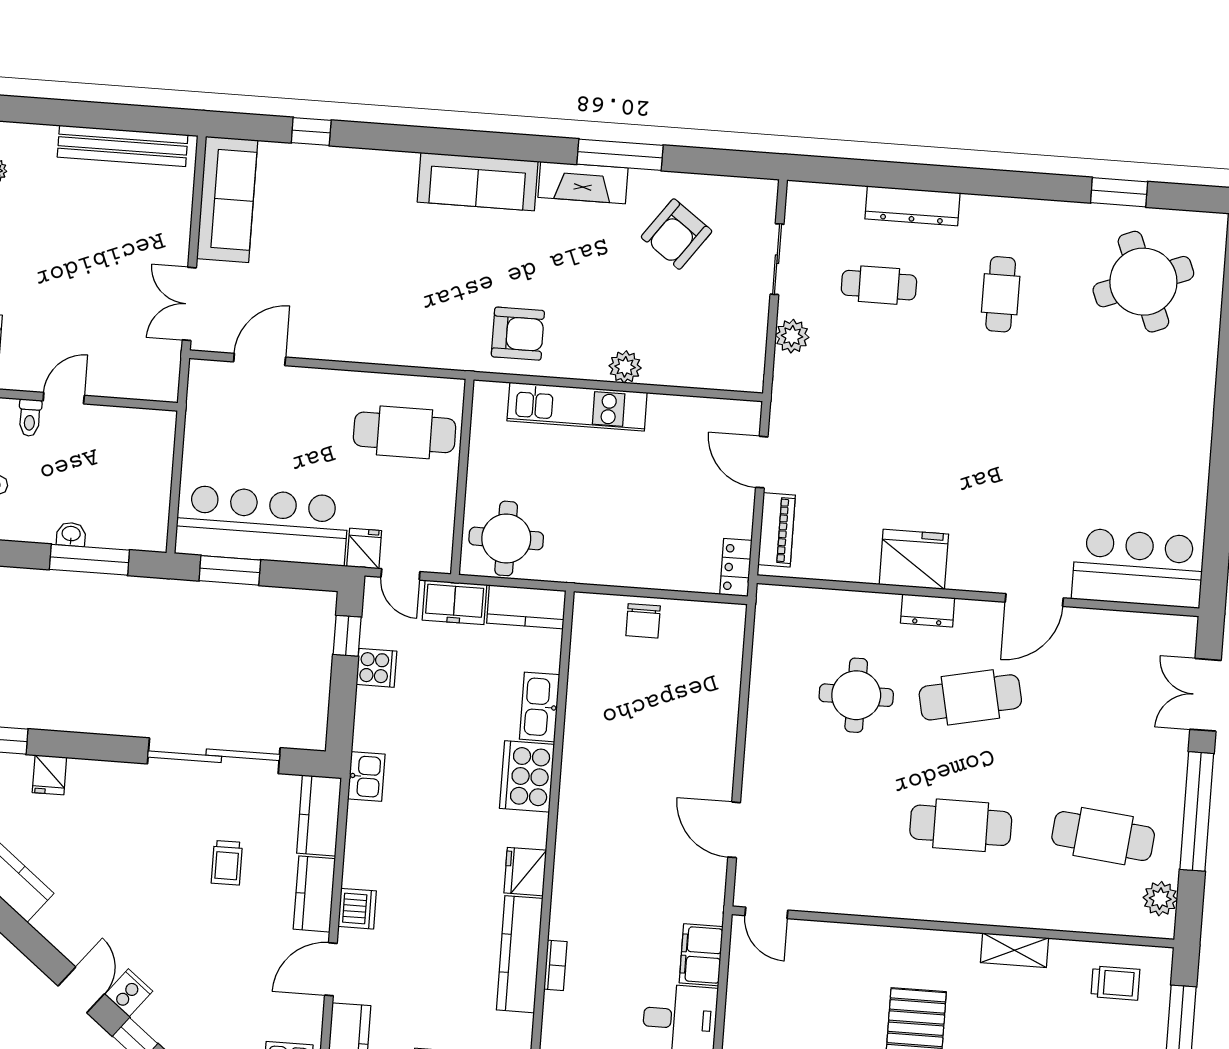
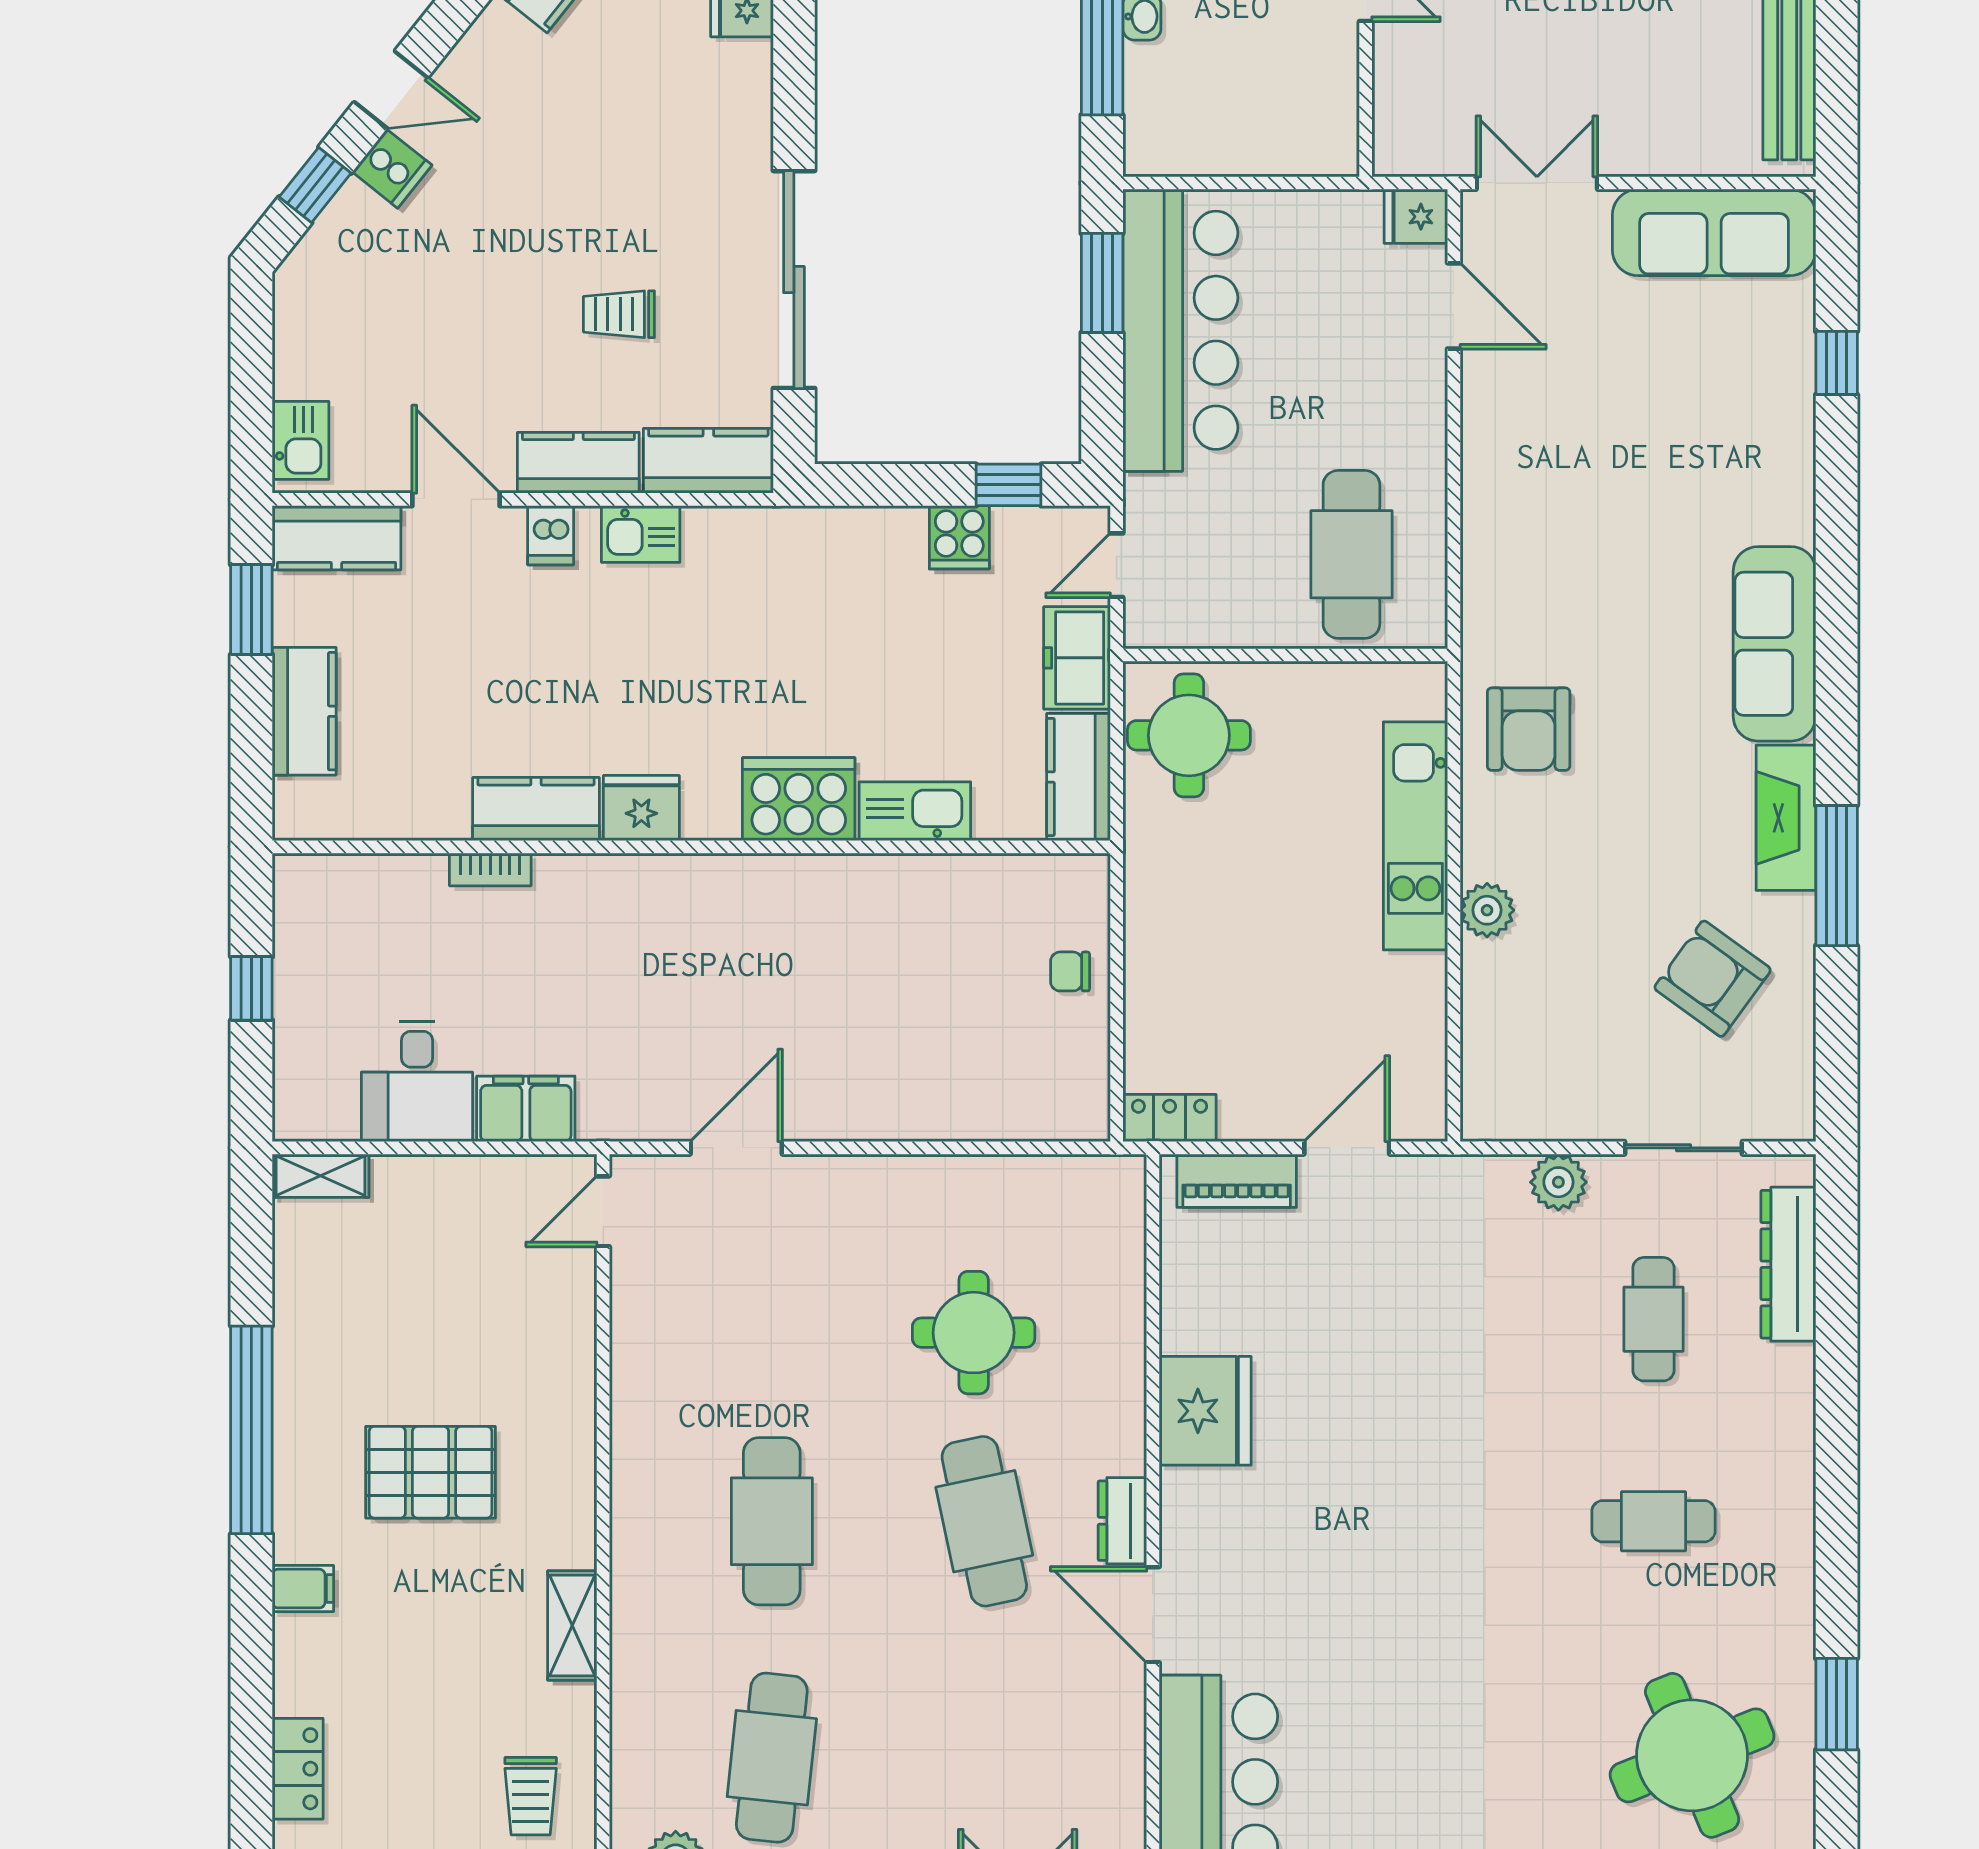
dresser: (912, 206) -> (1788, 1264), moved
fridge: (364, 549) -> (1416, 217), moved, turned 180
dresser: (928, 610) -> (1122, 1521), moved
chair: (643, 621) -> (1070, 971), width x0.73, depth x0.73
kitchen sink: (366, 776) -> (641, 534), moved
dishwasher: (357, 909) -> (551, 535), width x0.73
kitchen counter: (520, 954) -> (536, 809), width x0.67

